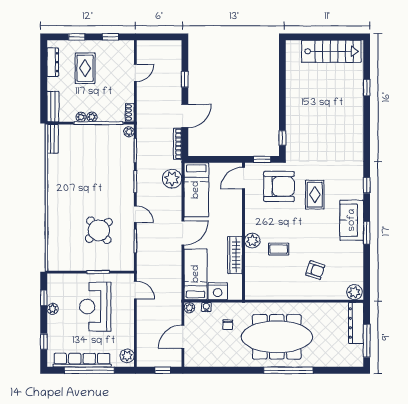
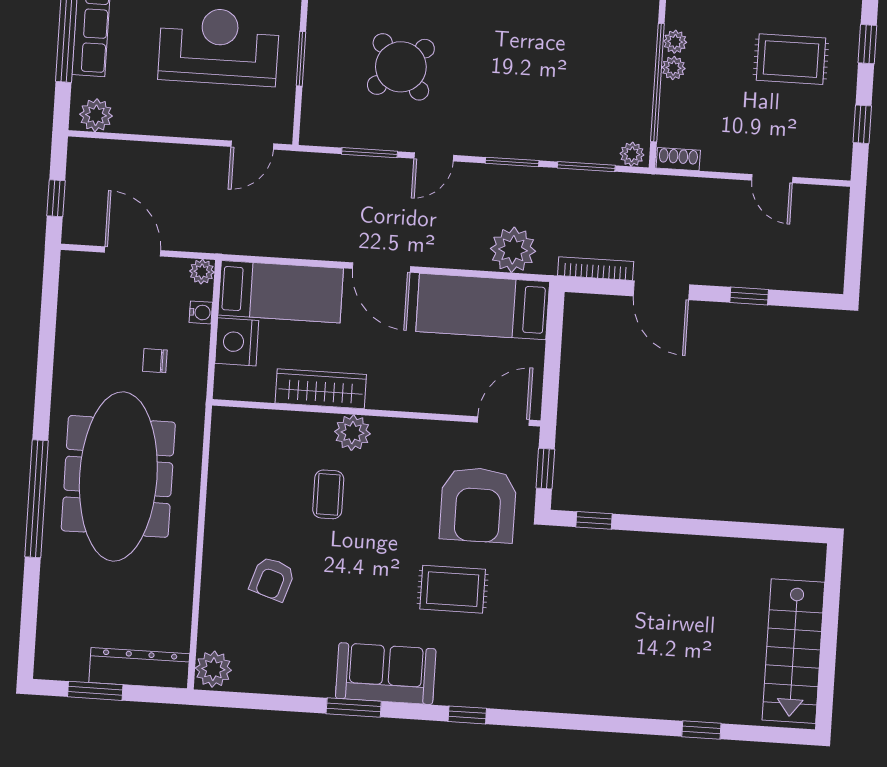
door: (243, 178) -> (503, 421), hinge flipped
window: (367, 341) -> (95, 691), width x0.69

